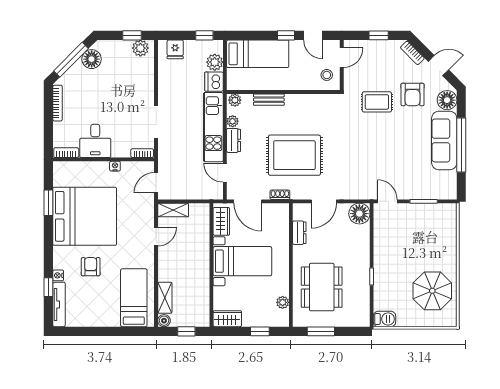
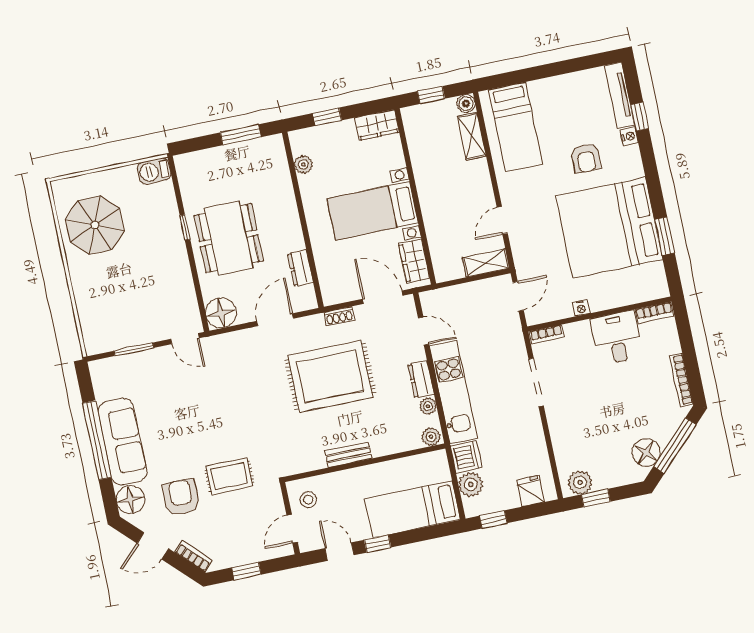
bench: (269, 100) -> (348, 455), moved
dining table: (322, 287) -> (229, 238), moved

